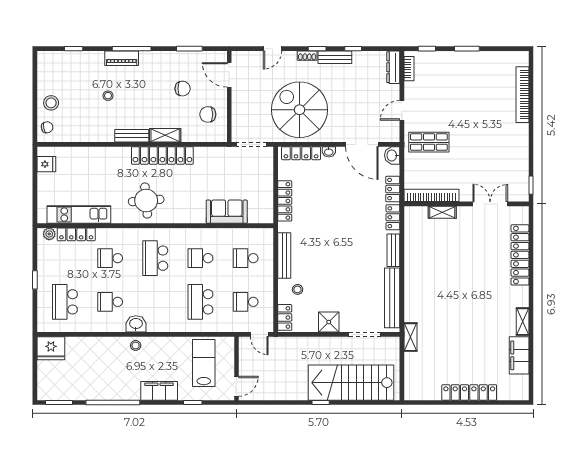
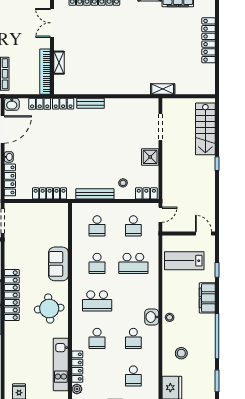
sofa: (227, 212) -> (58, 264), moved
bench: (392, 298) -> (130, 104), removed
school desk: (65, 302) -> (133, 376), width x0.54
stool: (92, 360) -> (181, 353), added
stairs: (351, 383) -> (205, 129), width x0.73, depth x0.66

